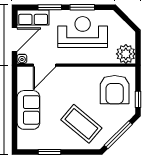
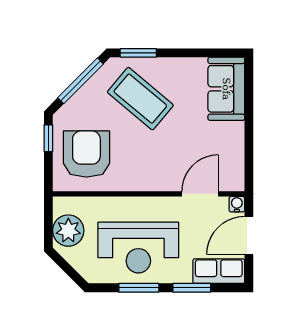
plant: (126, 54) -> (68, 231), moved
sofa: (28, 110) -> (226, 89), moved
window: (49, 152) -> (138, 53), moved

